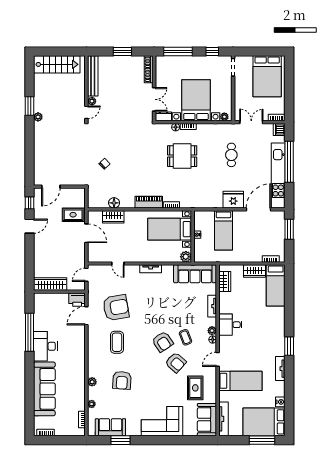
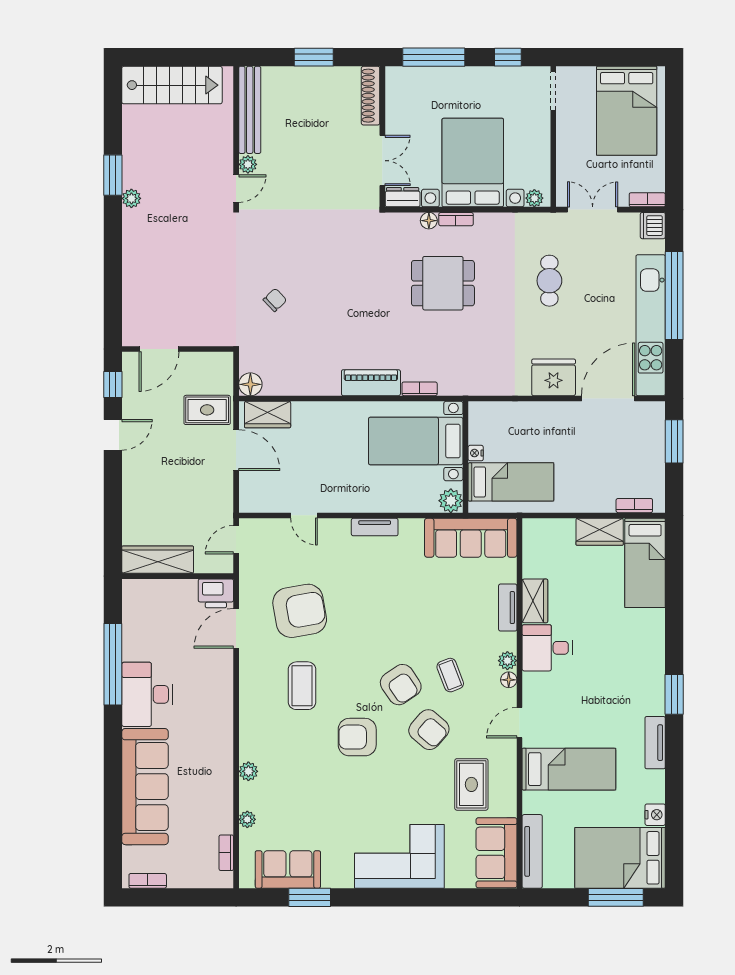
floor lamp: (114, 203) -> (250, 384), moved
wardrobe: (113, 217) -> (268, 415), moved
bed: (223, 230) -> (511, 482), moved, turned -90
wardrobe: (225, 282) -> (535, 601), moved
armchair: (122, 380) -> (357, 737), moved, turned 86

